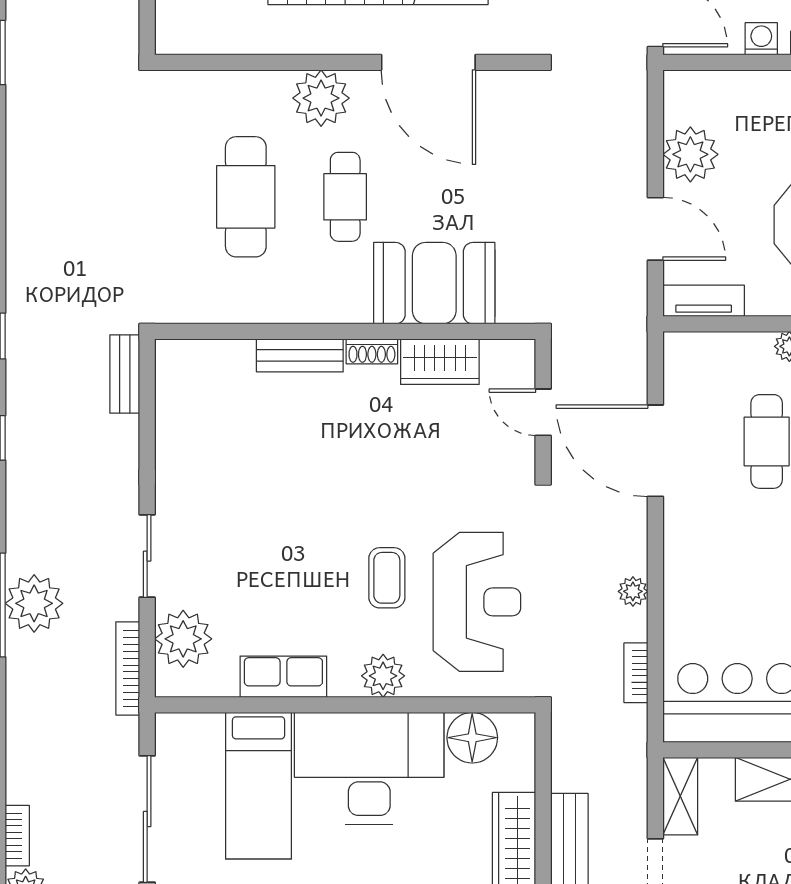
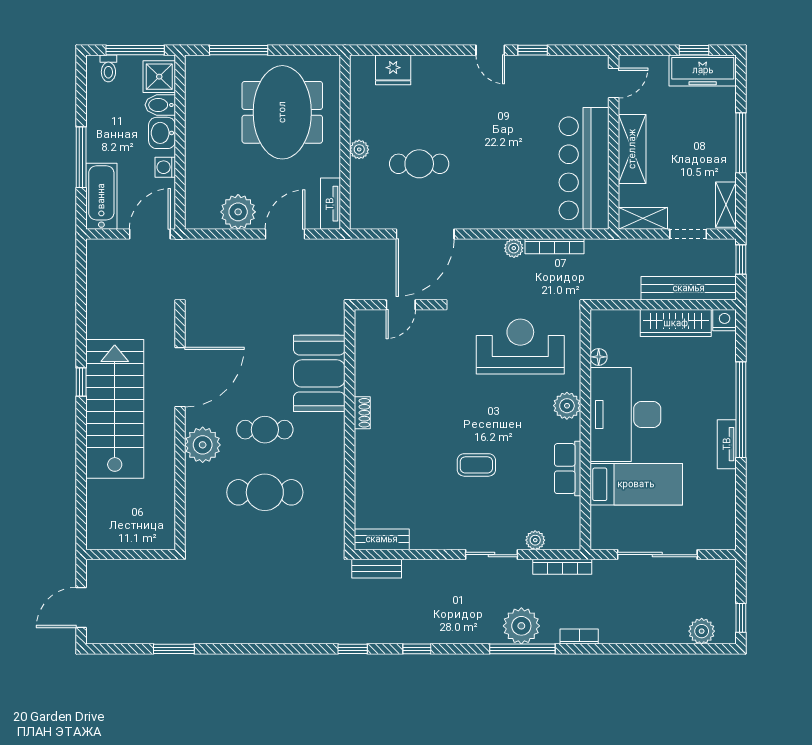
bench: (300, 355) -> (382, 539), moved, turned 90
wardrobe: (440, 362) -> (369, 370), removed
coffee table: (387, 578) -> (476, 465), moved
plant: (183, 639) -> (535, 540), width x0.53, depth x0.53
bookcase: (636, 673) -> (554, 246), width x1.56
floor lamp: (472, 738) -> (599, 357), width x0.53, depth x0.53
bookcase: (17, 836) -> (579, 636), moved

